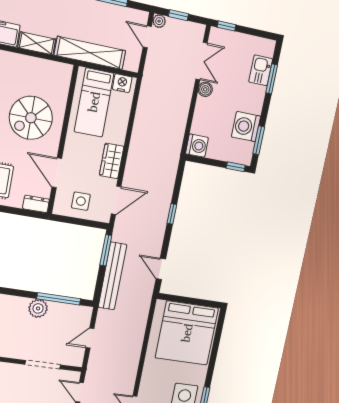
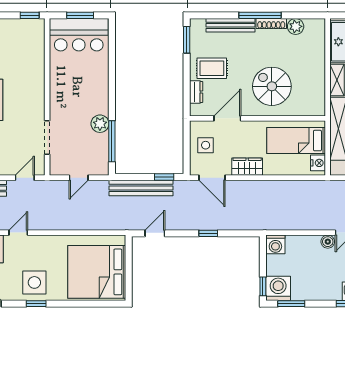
washing machine: (246, 127) -> (278, 288), moved
dresser: (36, 204) -> (196, 92), moved
window: (106, 250) -> (164, 177), width x0.67
door: (90, 338) -> (79, 178), swing flipped

